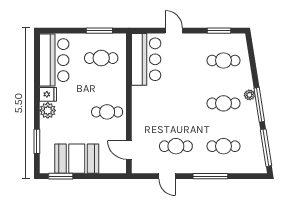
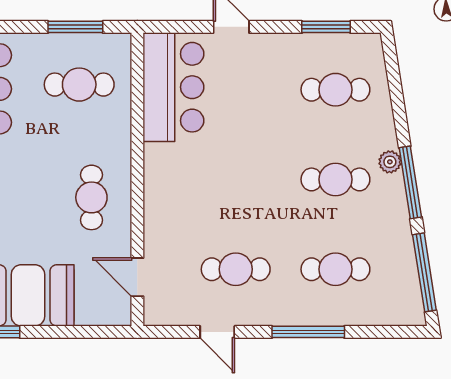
cafe table: (107, 112) -> (91, 197), turned 90

